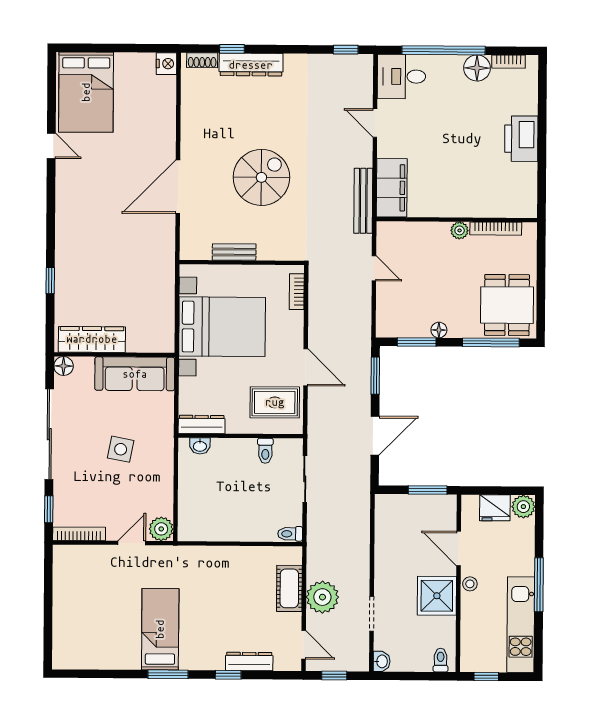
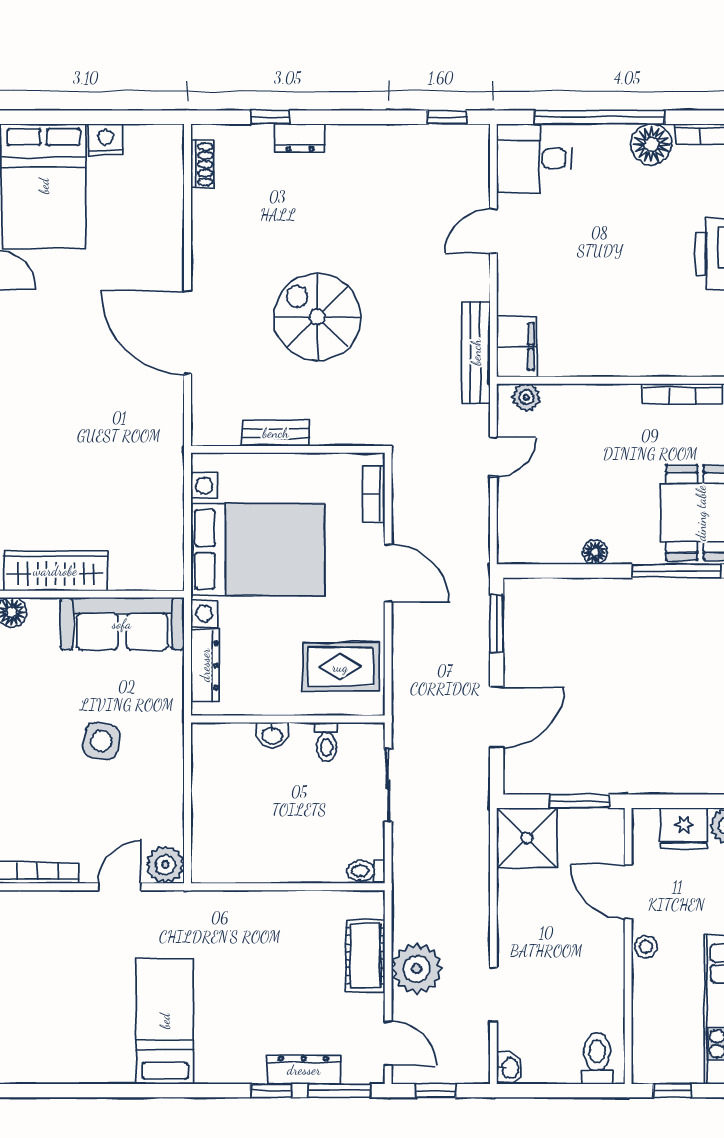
shoe rack: (202, 60) -> (202, 164), moved, turned -90
nightstand: (166, 64) -> (106, 140), moved, turned -90
dresser: (251, 65) -> (300, 138), width x0.51, depth x0.80
door: (375, 123) -> (493, 231), hinge flipped
spiral stairs: (261, 177) -> (317, 317), turned -90
door: (178, 187) -> (187, 332), hinge flipped
filing cabinet: (392, 188) -> (517, 347), width x0.67, depth x0.86
plant: (460, 230) -> (526, 397), moved
door: (374, 268) -> (493, 457), hinge flipped
window: (417, 342) -> (560, 571), removed
door: (306, 367) -> (388, 573), moved
dresser: (202, 424) -> (205, 665), moved, turned 90
washbasin: (200, 446) -> (272, 735), moved
shower: (437, 596) -> (527, 838), moved
toilet: (441, 660) -> (597, 1058), width x1.37, depth x1.39
window: (168, 674) -> (340, 1091), moved

